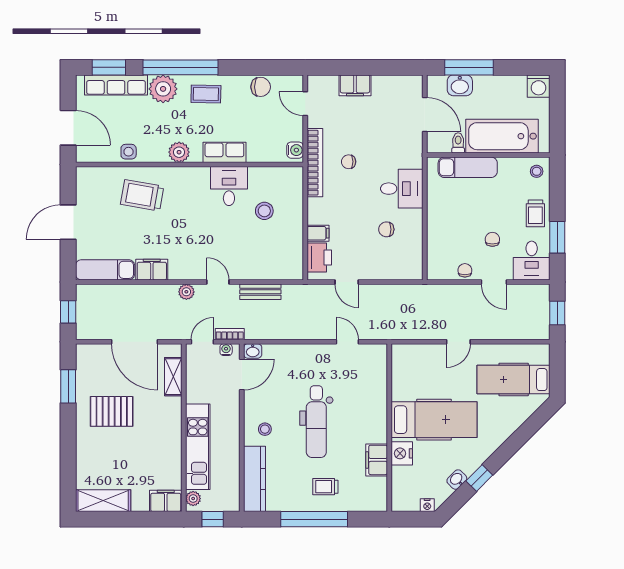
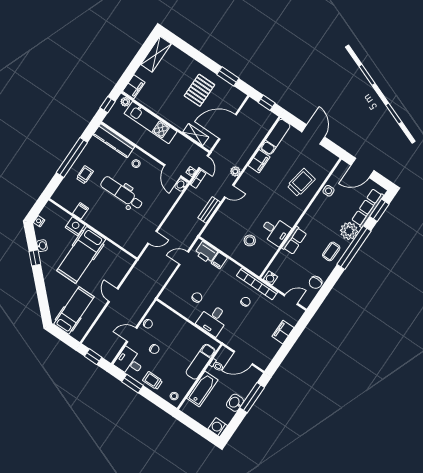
washbasin: (460, 85) -> (235, 403), moved
bathtub: (502, 136) -> (202, 389), width x0.73, depth x0.73
plant: (179, 152) -> (310, 217), removed
filing cabinet: (377, 460) -> (81, 211), width x0.50

